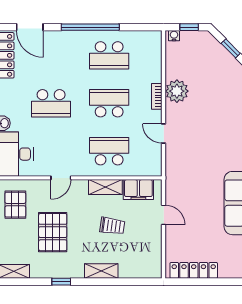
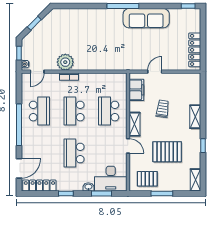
school desk: (51, 103) -> (74, 153), turned 180
door: (164, 134) -> (37, 72), moved
shelving: (105, 187) -> (135, 124), moved

